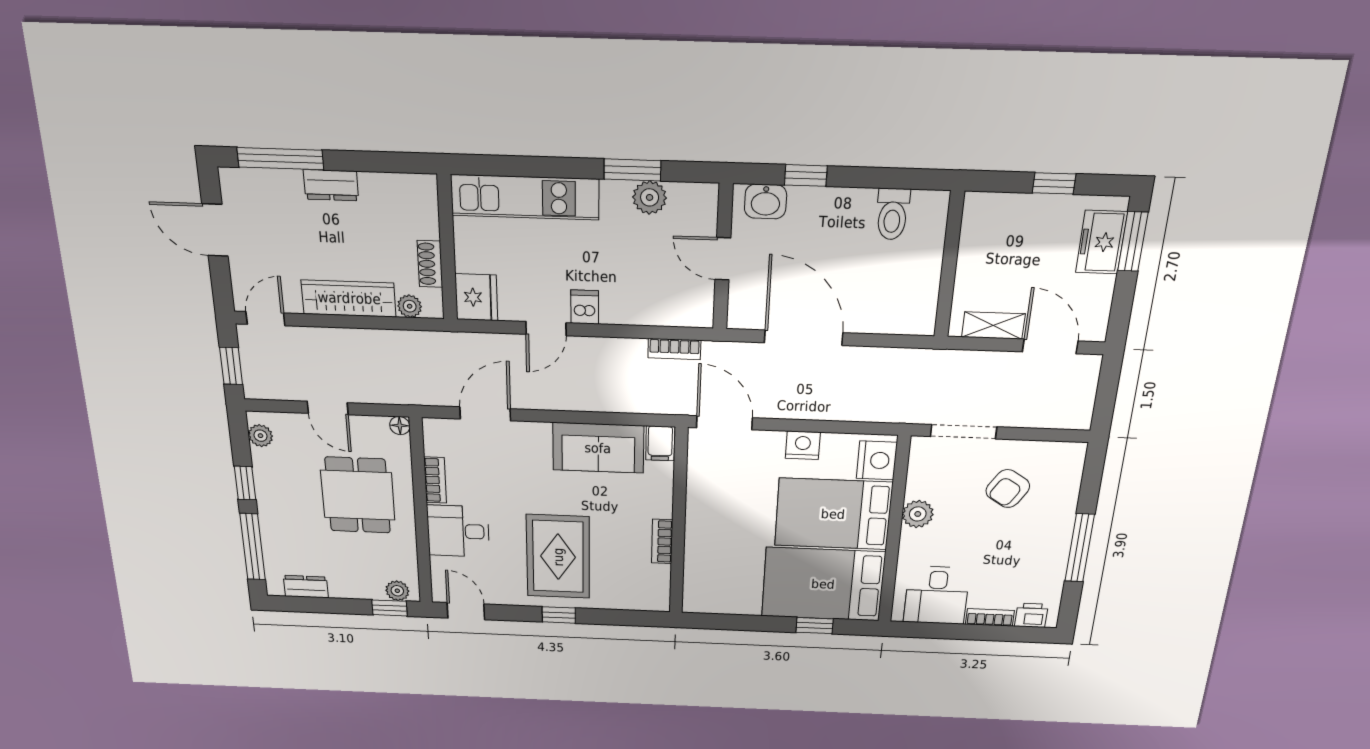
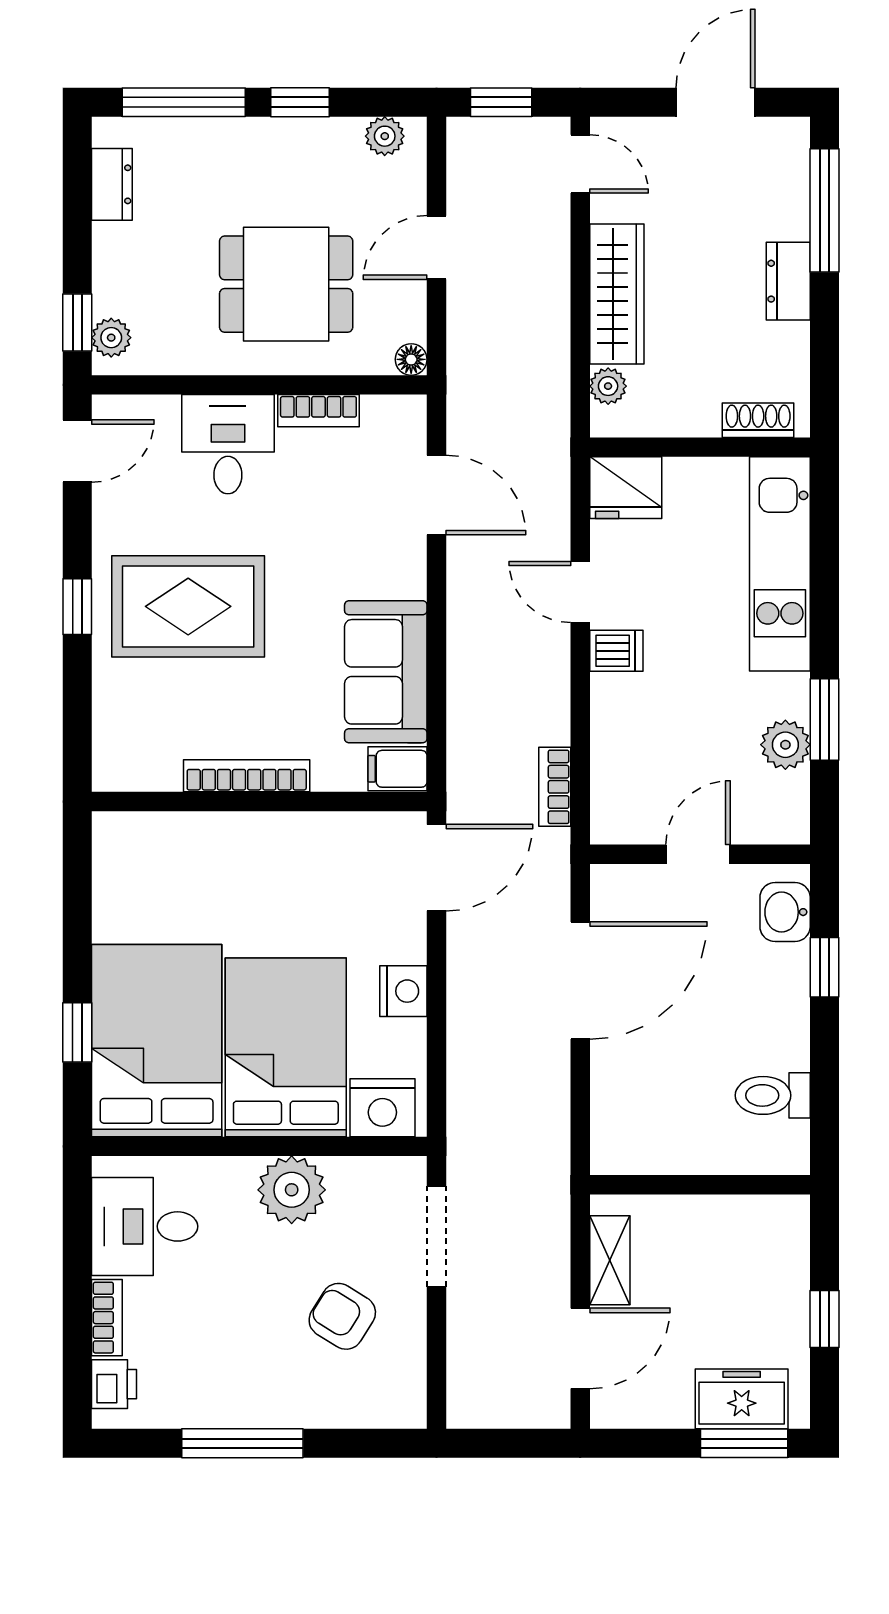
shoe rack: (430, 264) -> (758, 420), moved
plant: (918, 514) -> (292, 1190), width x1.36, depth x1.36
bookcase: (662, 541) -> (247, 776), width x1.56

